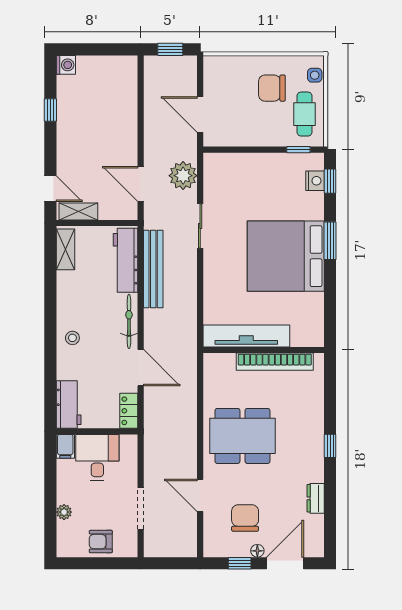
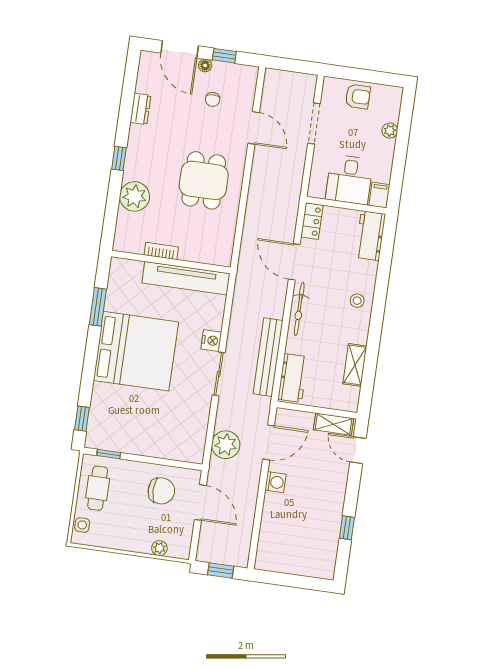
plant: (234, 63) -> (159, 548), added
washing machine: (66, 65) -> (275, 482), moved, turned 180
chair: (272, 88) -> (161, 491), moved
nightstand: (315, 181) -> (211, 341), moved, turned 180
door: (141, 184) -> (269, 442), hinge flipped
sliding door: (200, 226) -> (219, 374), moved
window: (330, 241) -> (98, 307), moved
shelving: (66, 249) -> (355, 365), moved
workbench: (126, 260) -> (293, 378), width x0.73
bookcase: (275, 362) -> (161, 251), width x0.43, depth x0.76
plant: (309, 410) -> (135, 196), added
dining table: (242, 436) -> (204, 180), width x0.73
chair: (245, 518) -> (213, 99), width x0.54, depth x0.54
door: (285, 563) -> (180, 49), hinge flipped

